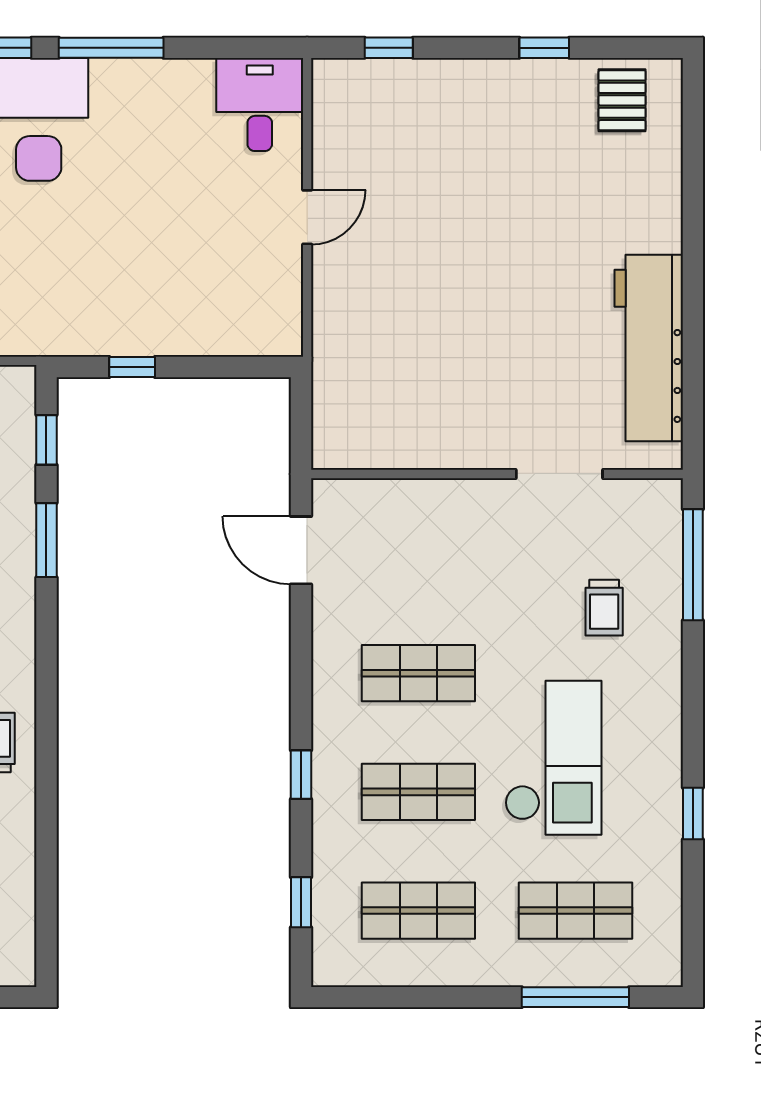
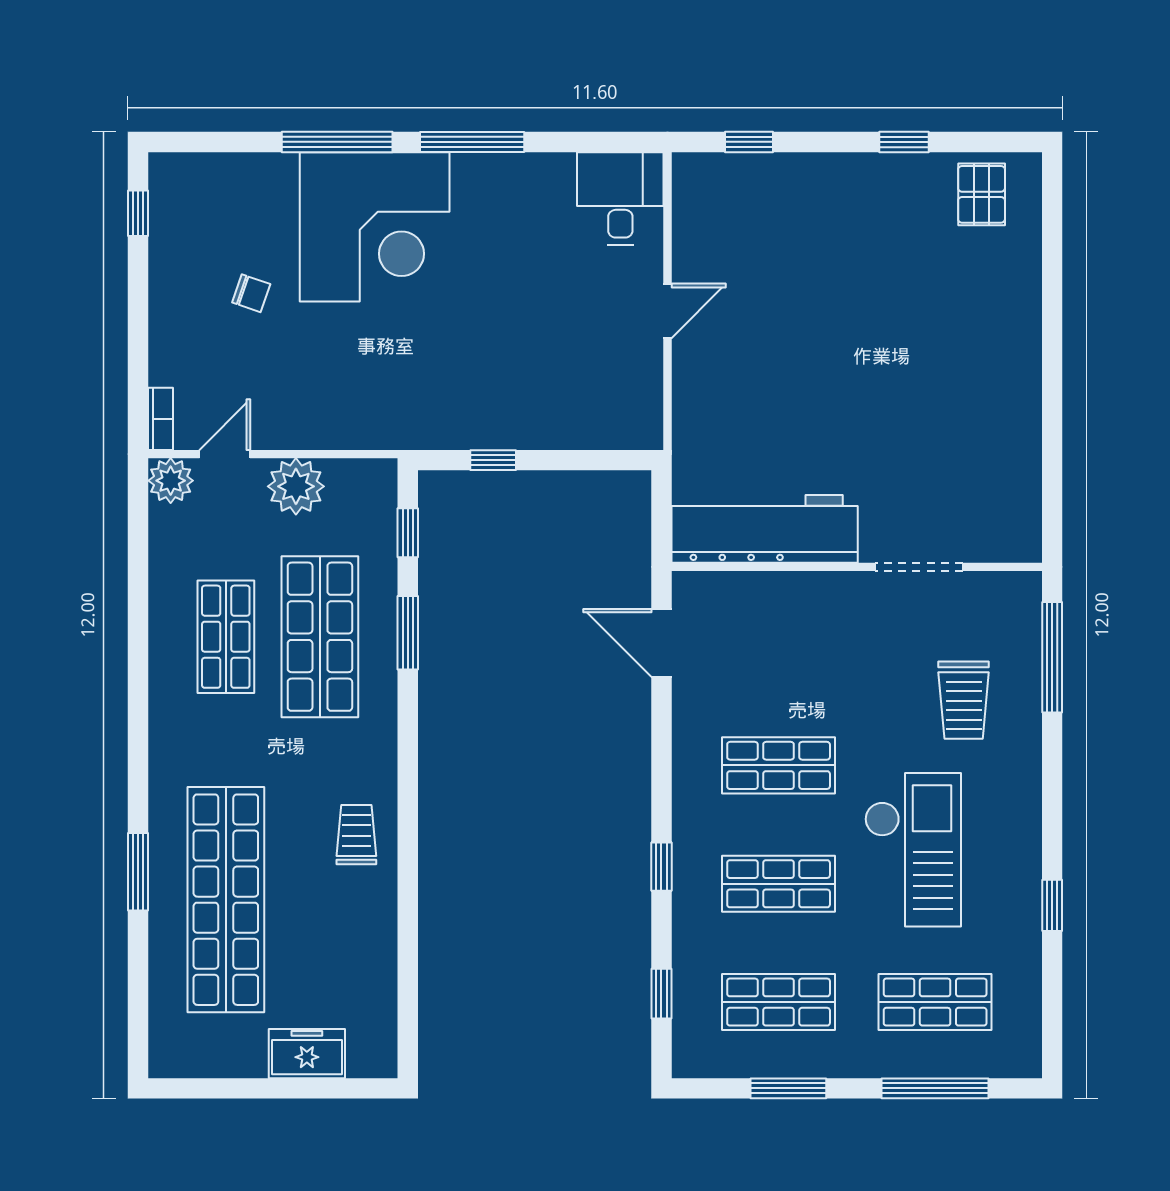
workbench: (649, 348) -> (765, 529), moved, turned 90
trolley: (604, 608) -> (964, 700), width x1.36, depth x1.39
window: (428, 997) -> (788, 1088), added

